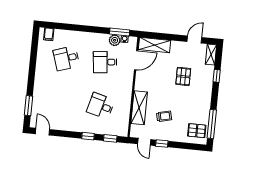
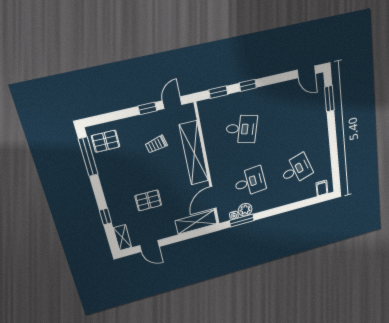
door: (194, 39) -> (150, 246), hinge flipped
pallet: (183, 76) -> (148, 200), turned 90
shelving: (139, 108) -> (194, 153), width x1.47
door: (144, 142) -> (172, 103), hinge flipped

